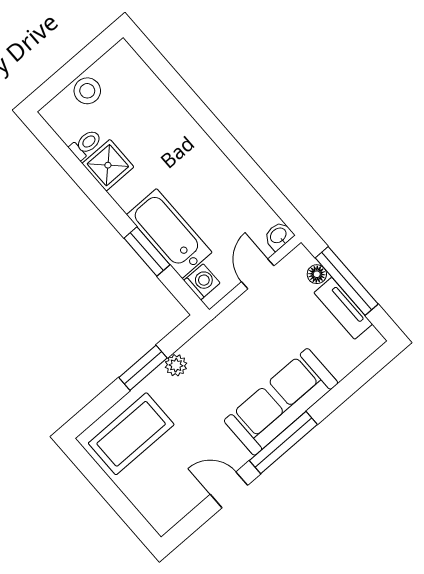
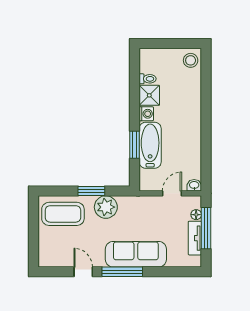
stool: (87, 91) -> (191, 60), moved
washing machine: (202, 282) -> (146, 114), moved
plant: (176, 365) -> (106, 207), width x1.87, depth x1.87

